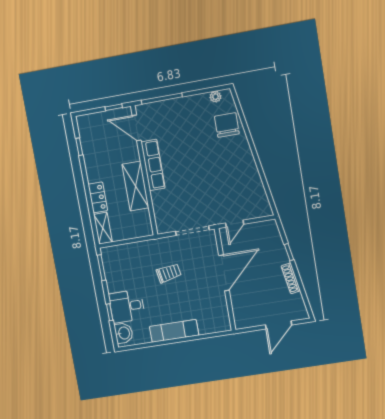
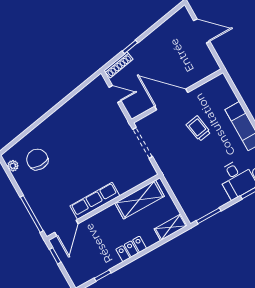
chair: (227, 125) -> (37, 159), moved, turned 90
shelving: (135, 186) -> (139, 200), moved
locker: (98, 197) -> (131, 249), moved
door: (235, 224) -> (115, 94), moved
trolley: (169, 273) -> (198, 129), moved
shoe rack: (291, 278) -> (119, 65), moved

